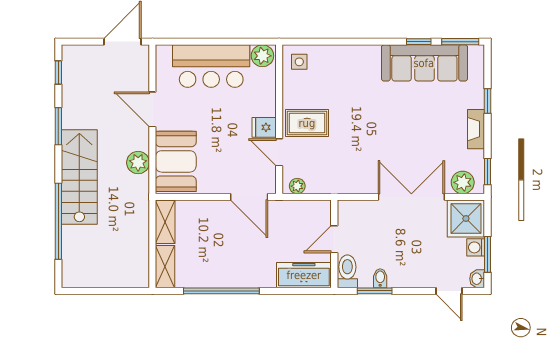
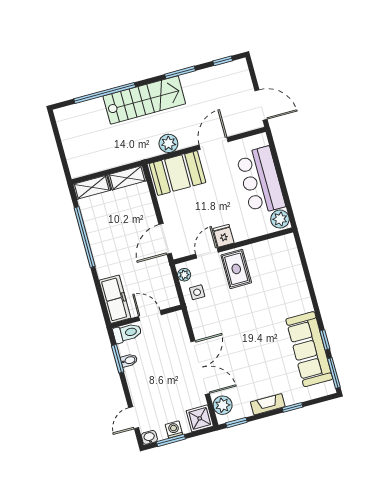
side table: (299, 62) -> (197, 292), moved
shower: (466, 218) -> (200, 418), width x0.73, depth x0.73

